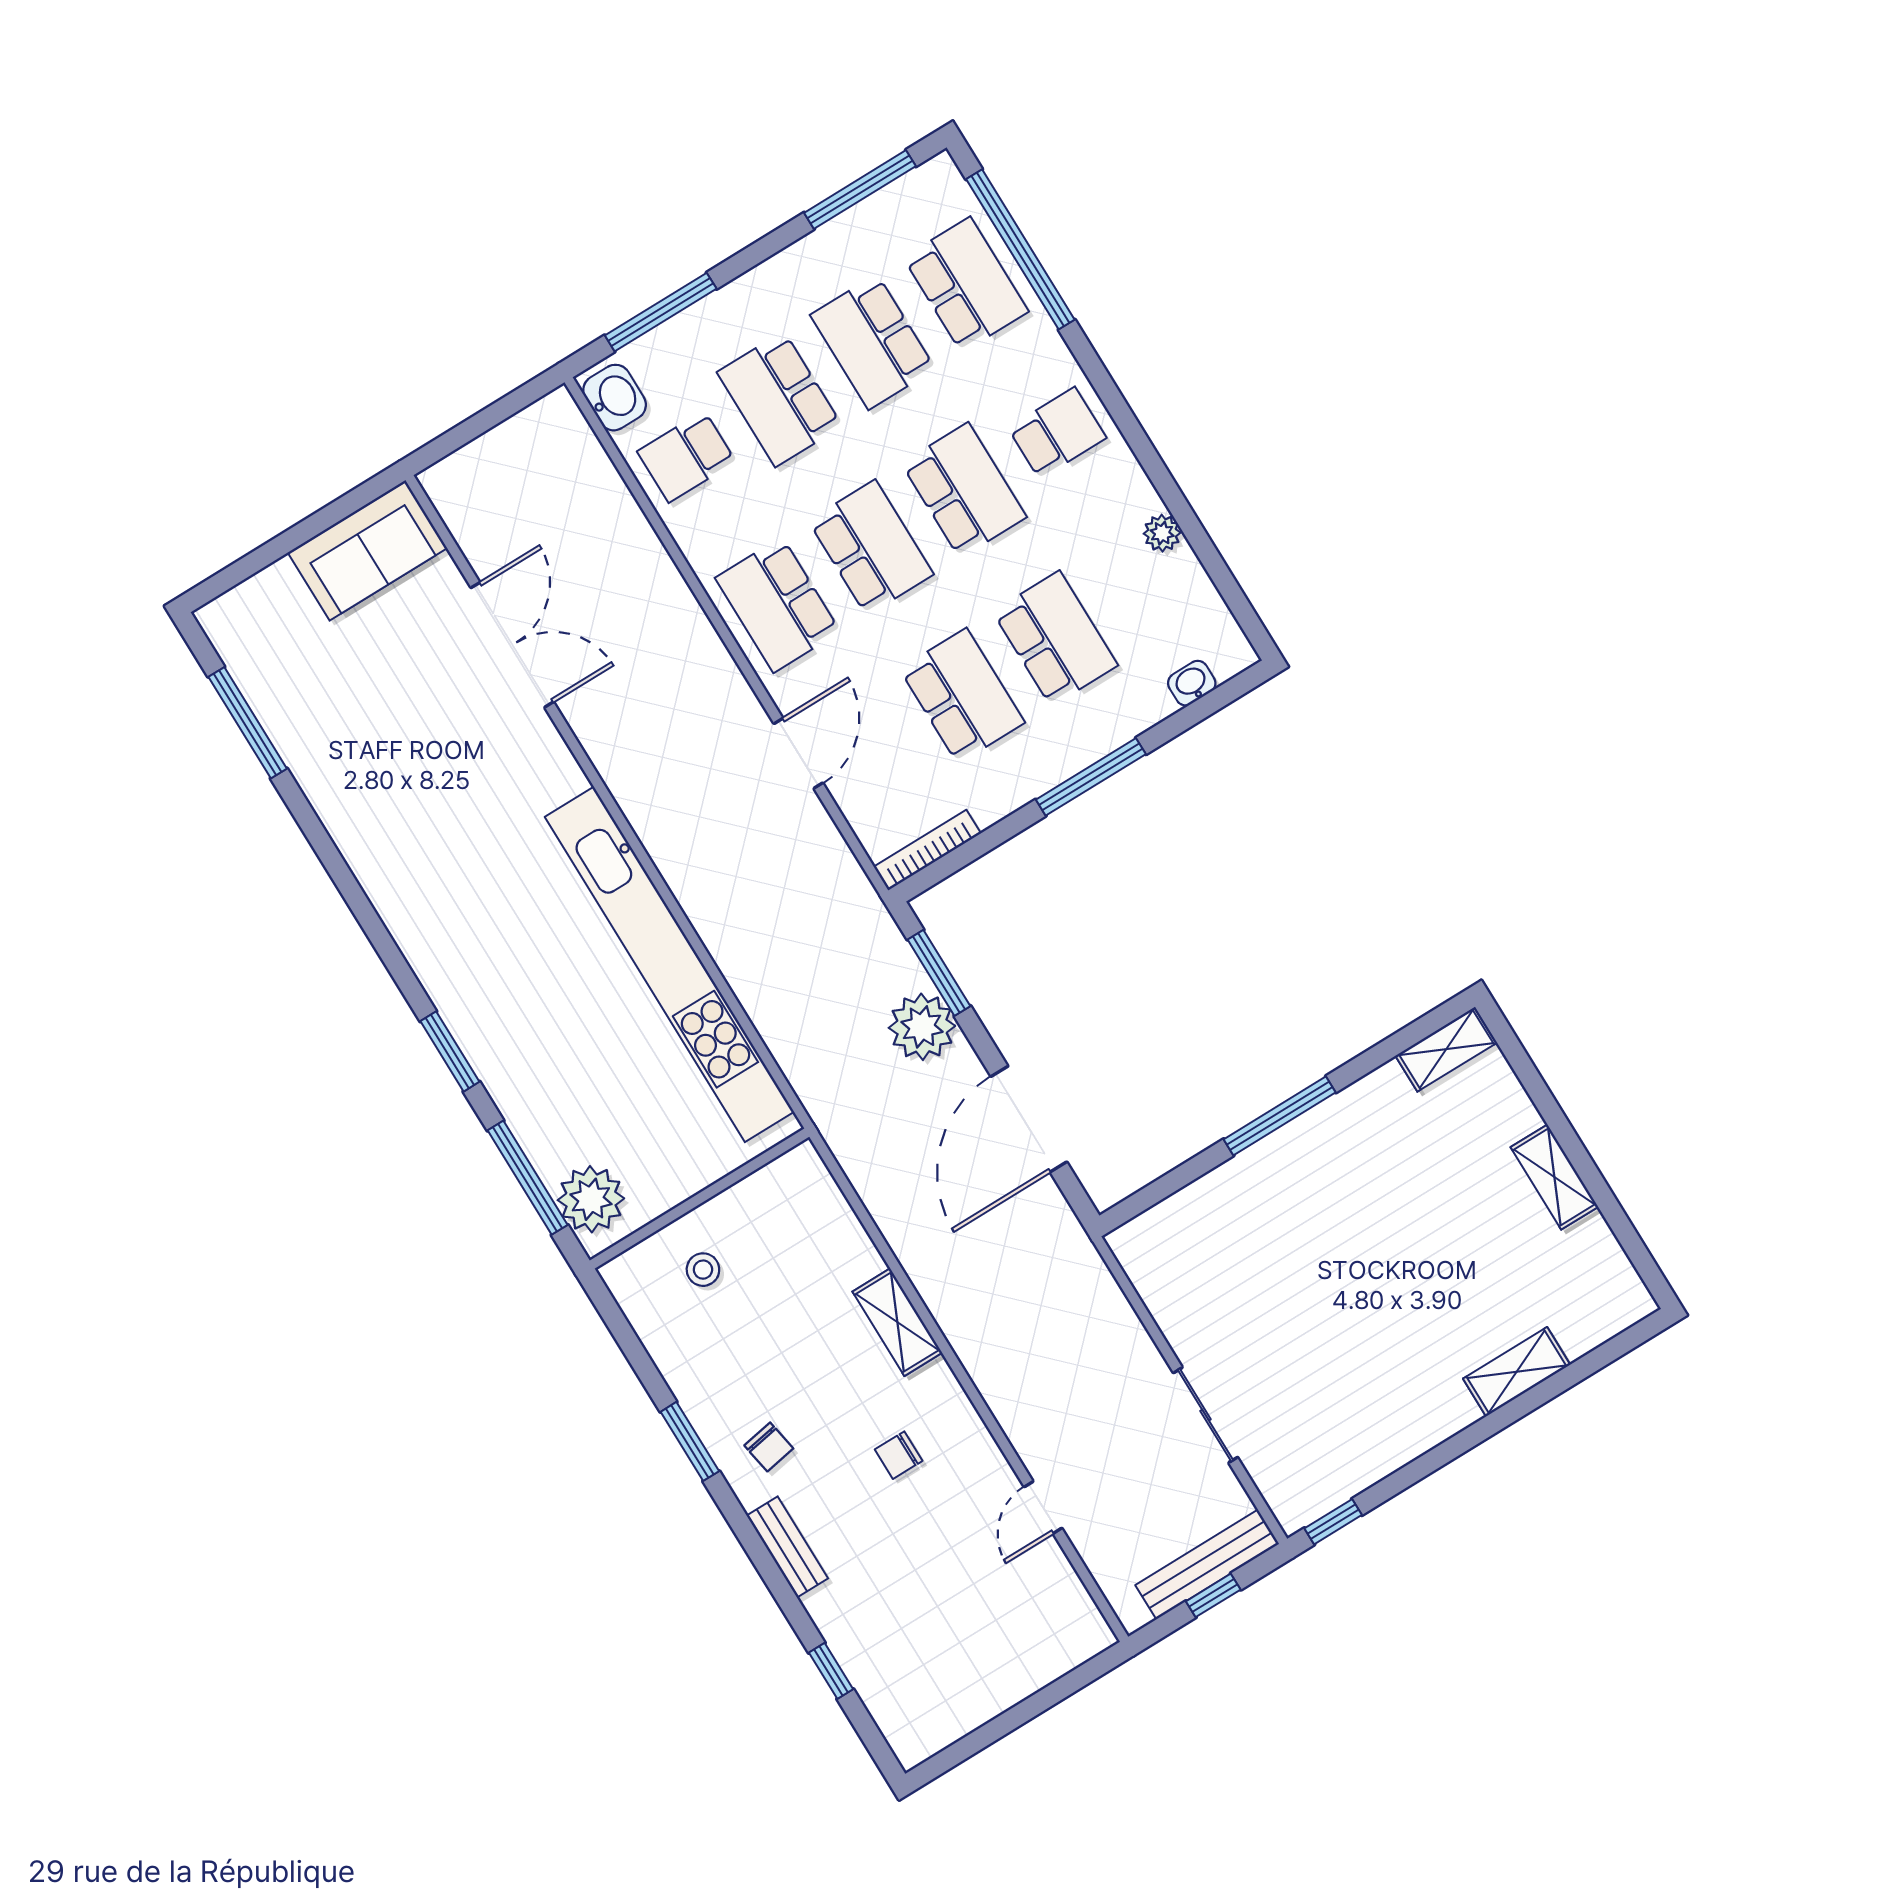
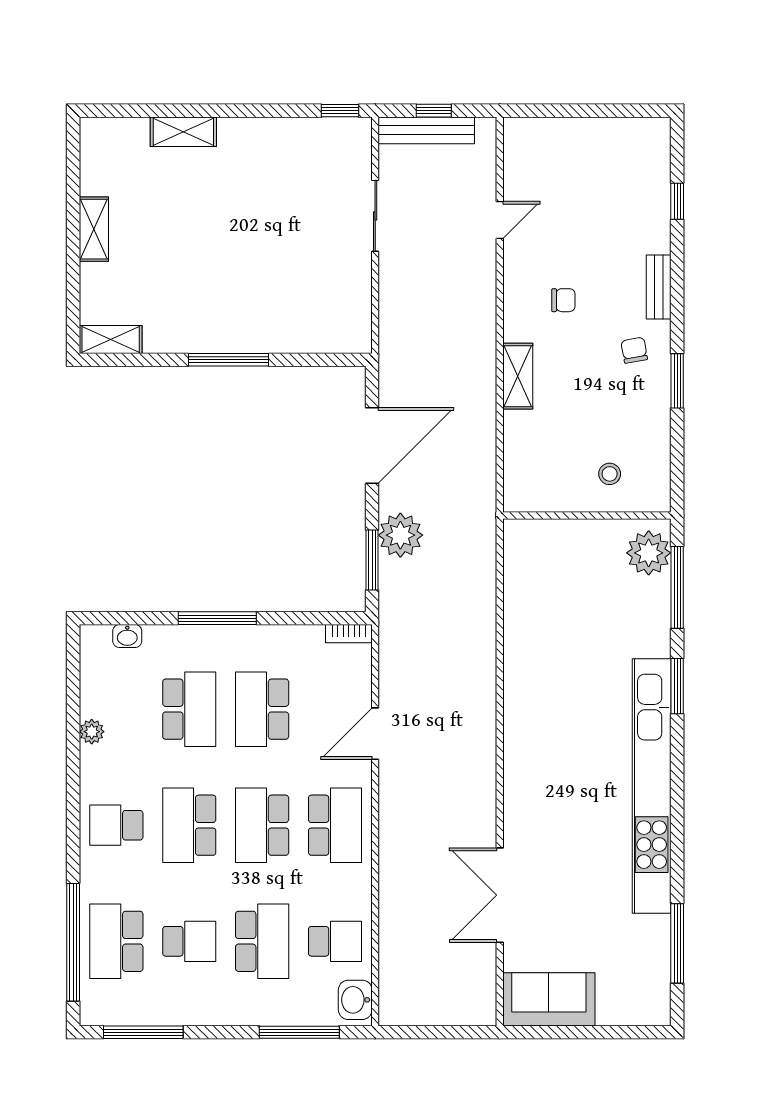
school desk: (873, 342) -> (189, 941), width x0.54
school desk: (1055, 639) -> (189, 709), turned 180
bookcase: (927, 850) -> (349, 634), width x0.64
kitchen unit: (669, 964) -> (652, 786), moved, turned 180

